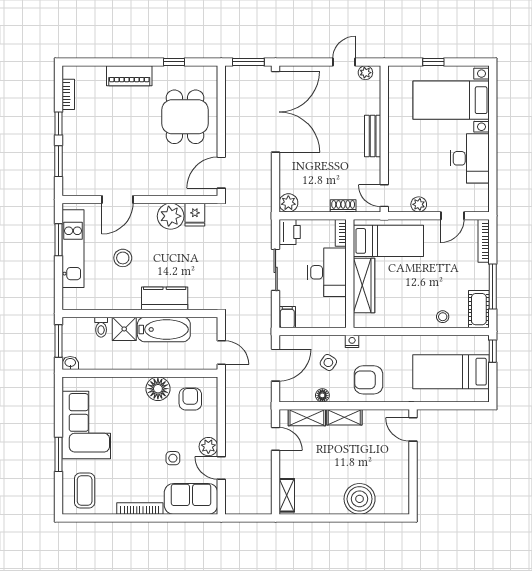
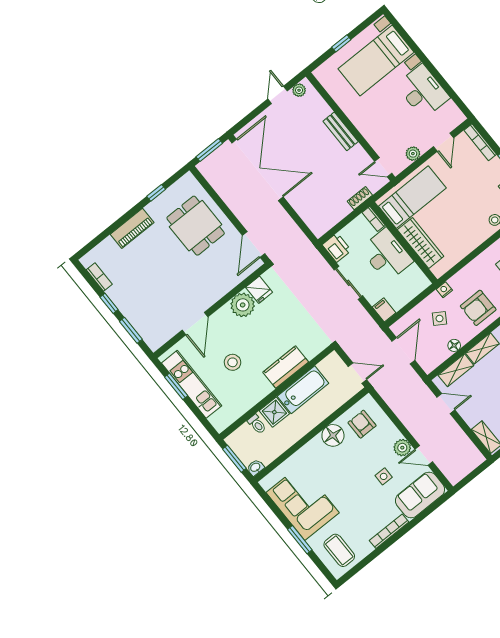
plant: (288, 203) -> (319, 228), removed

